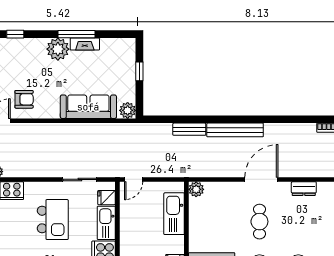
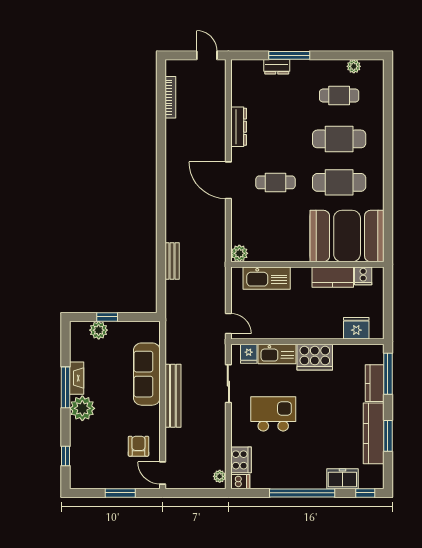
plant: (128, 110) -> (99, 330), moved
bench: (235, 130) -> (173, 396), moved
dresser: (304, 189) -> (239, 127), width x1.44

